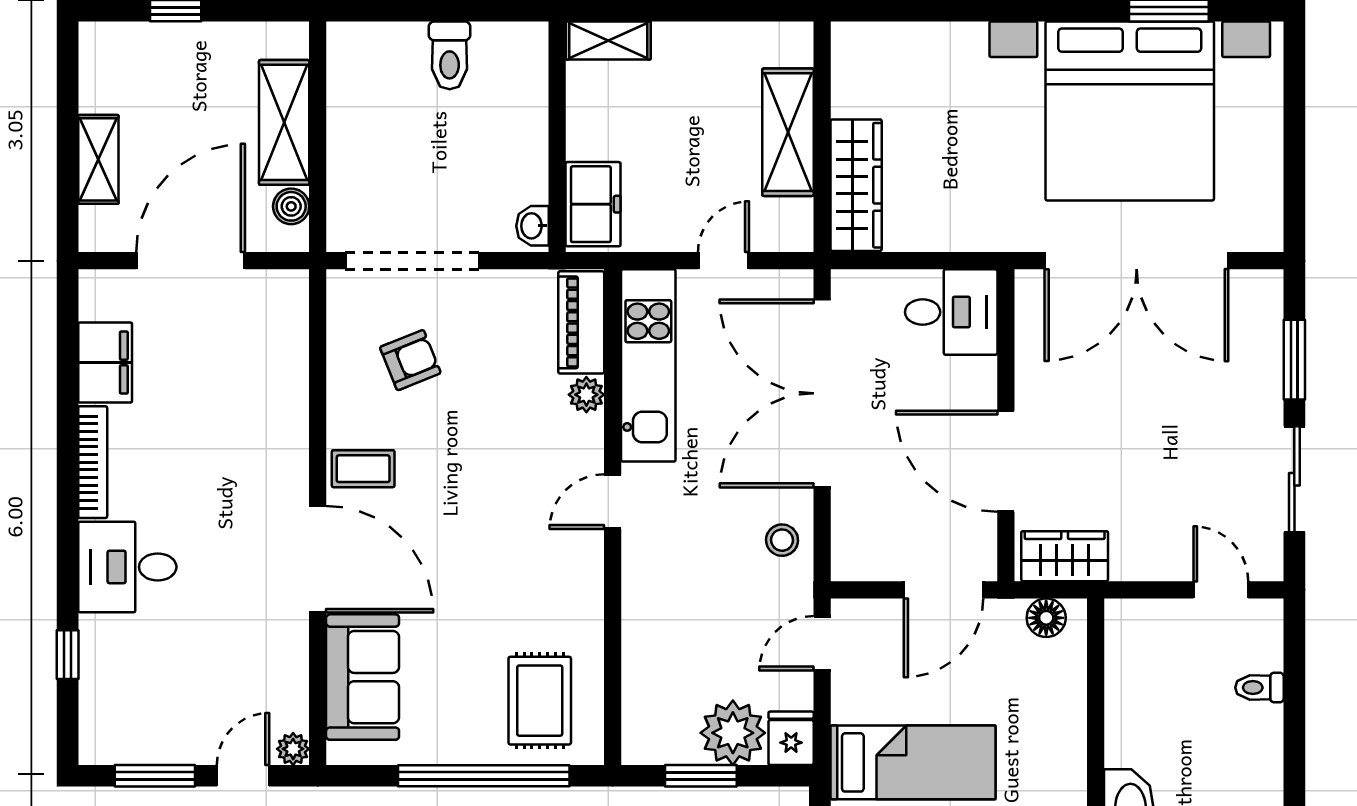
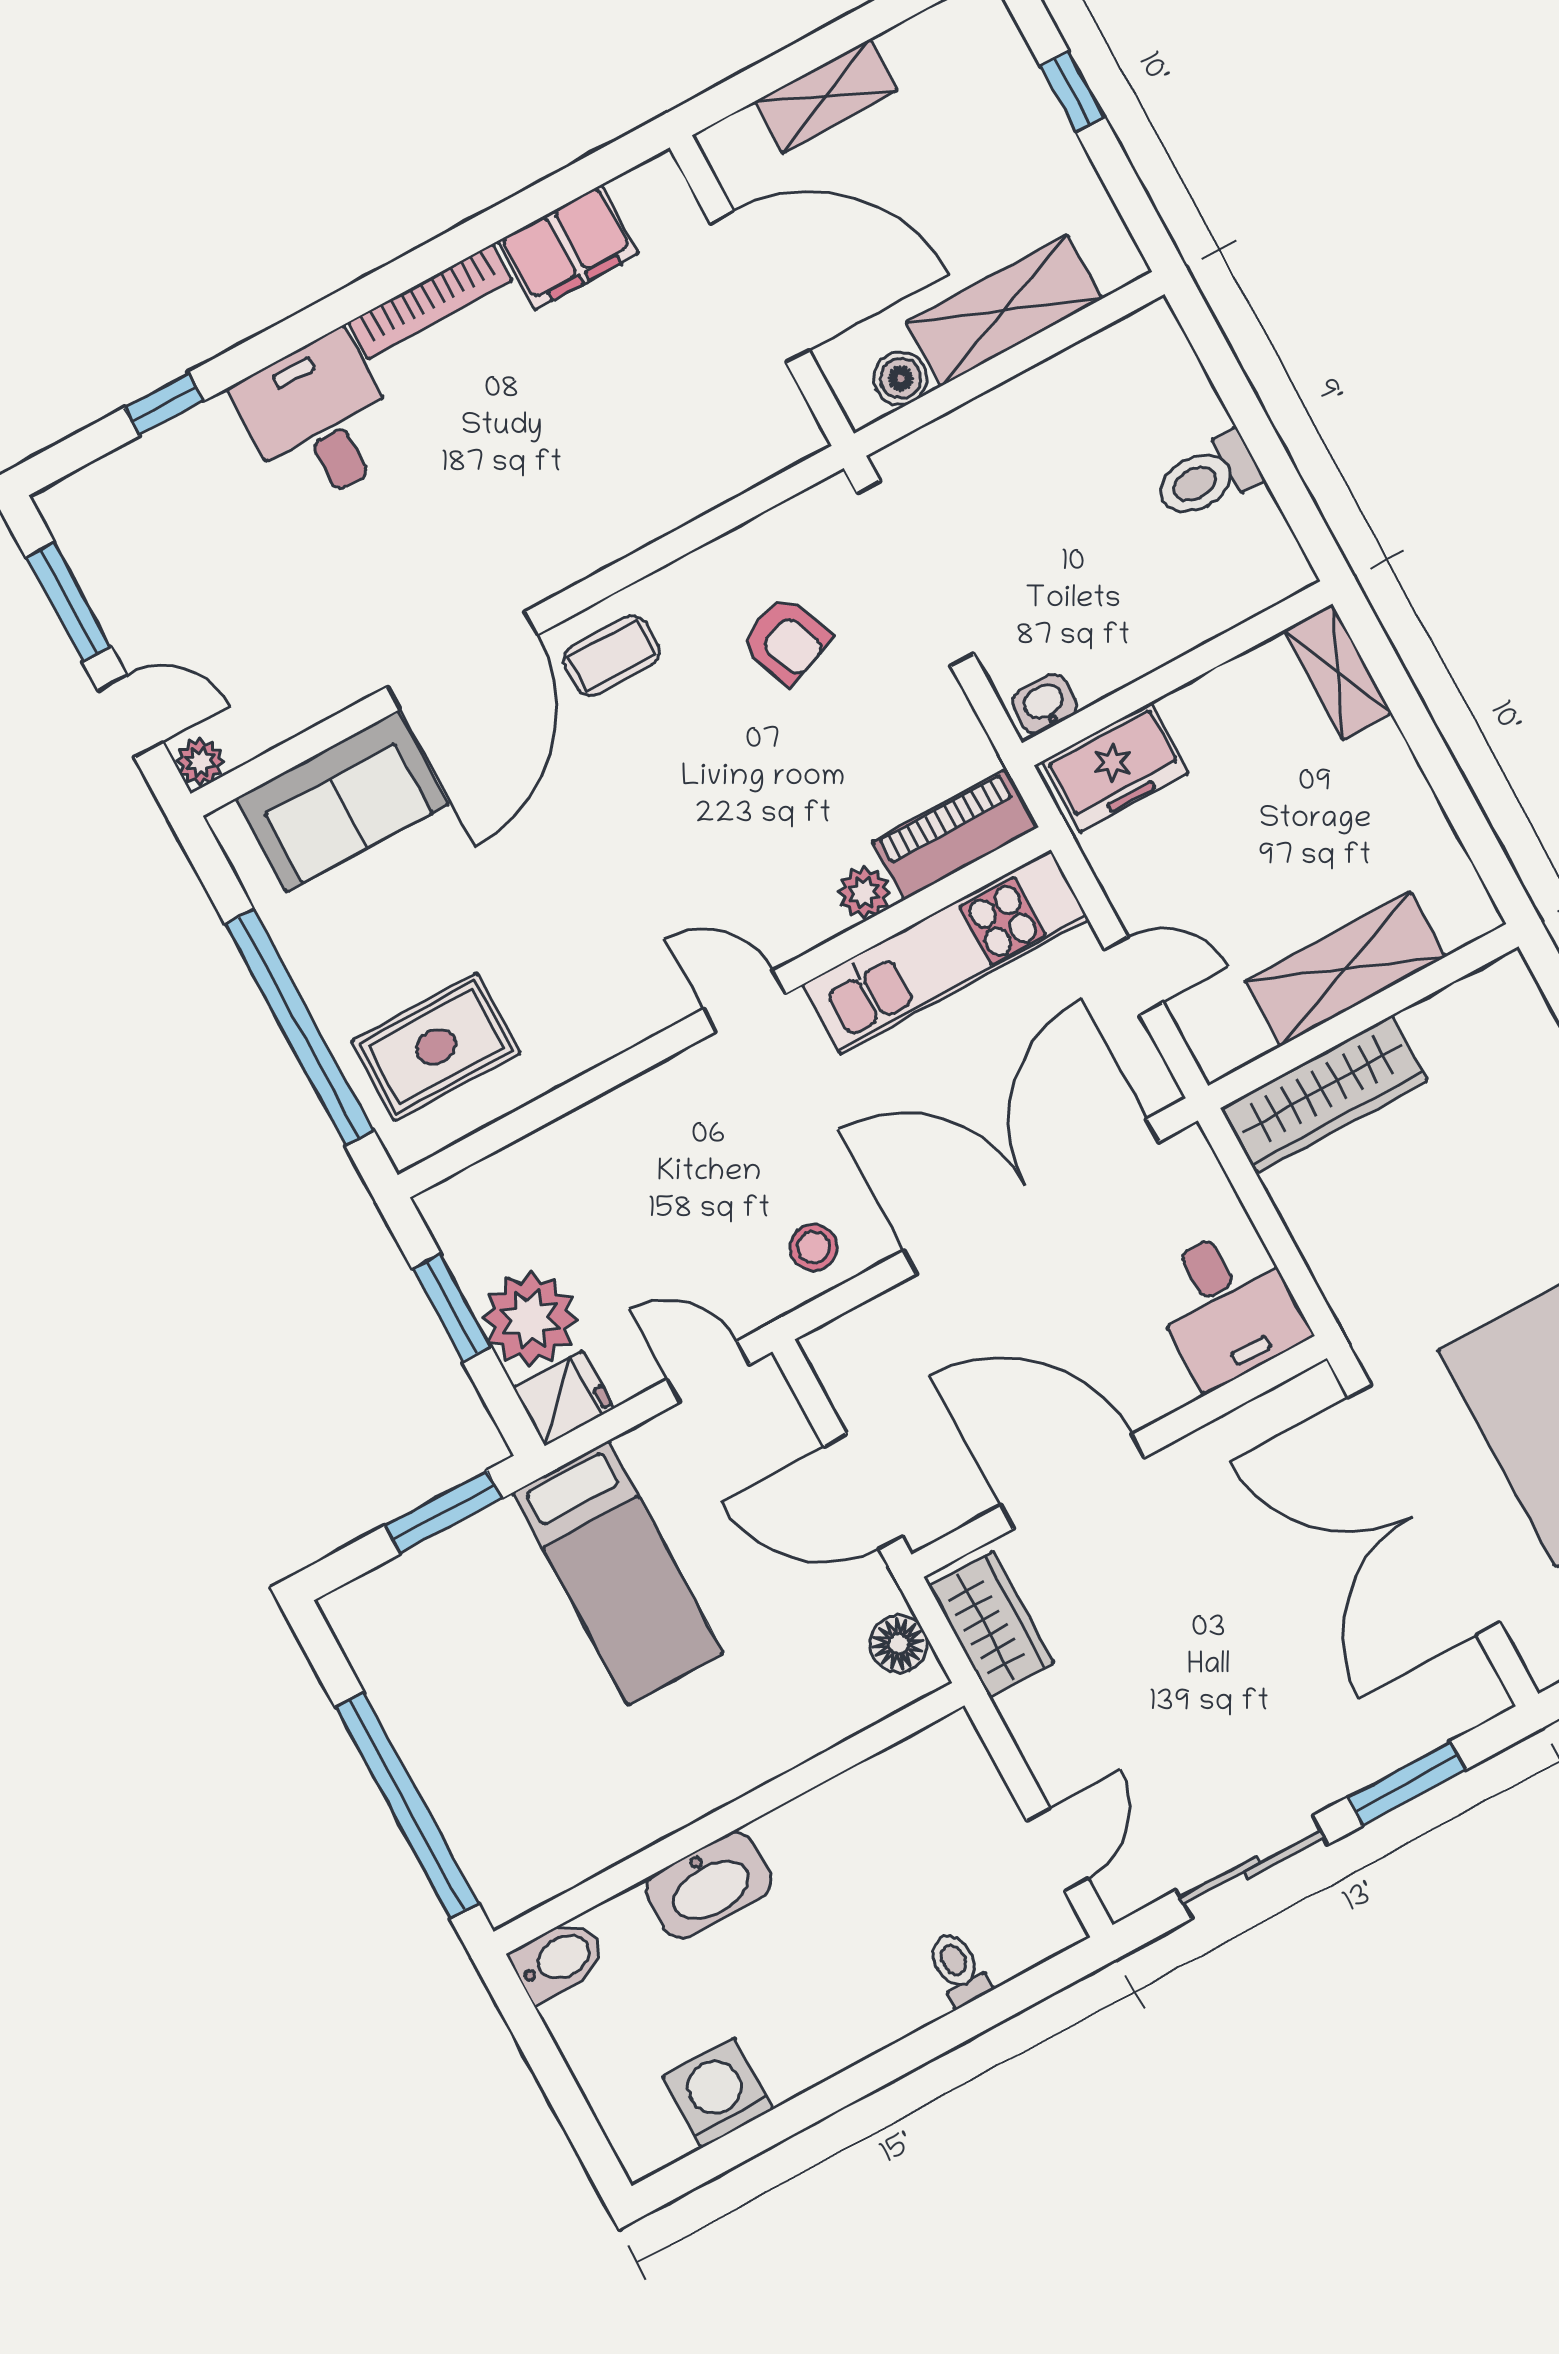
door: (1006, 461) -> (1073, 1482), hinge flipped
coffee table: (363, 469) -> (612, 656), turned 90

